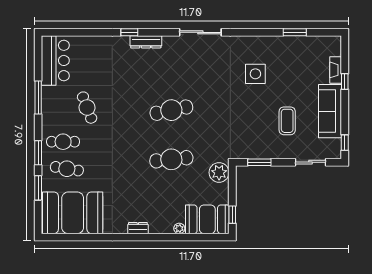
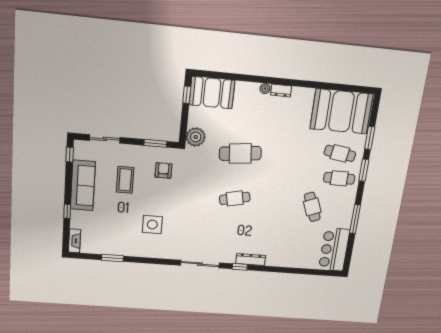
window: (129, 32) -> (240, 267), moved
fireplace: (336, 70) -> (74, 241), moved
cafe table: (171, 110) -> (235, 198), width x0.73, depth x0.74
armchair: (249, 134) -> (163, 170), added
plant: (179, 228) -> (265, 89), moved

